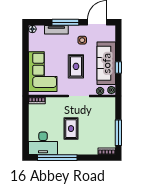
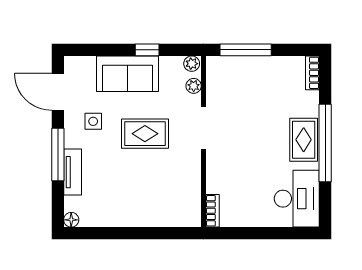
sofa: (106, 63) -> (128, 74), width x0.73
corner sofa: (43, 72) -> (155, 199), removed
rug: (71, 129) -> (304, 140), moved, turned 90
window: (118, 133) -> (246, 50), moved
window: (57, 158) -> (325, 143), moved

